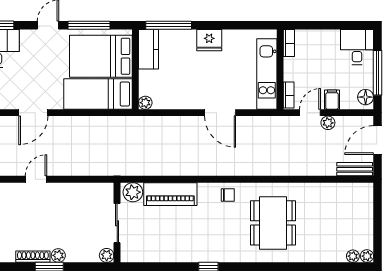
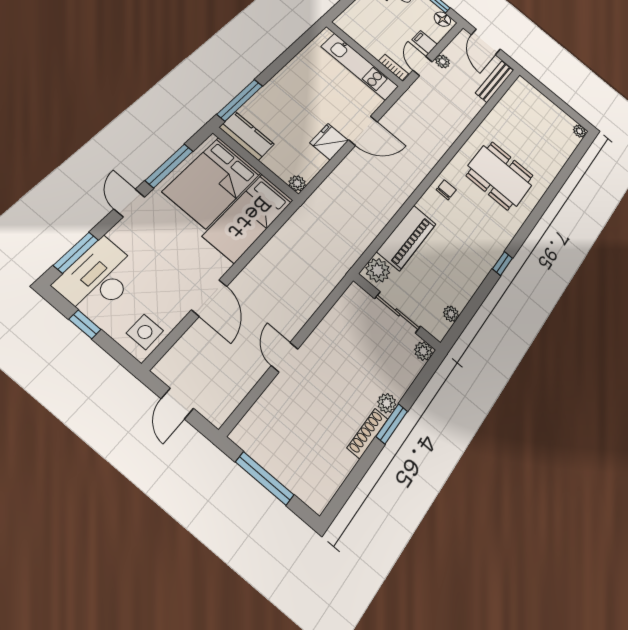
fridge: (209, 40) -> (329, 142), moved, turned 180
bookcase: (289, 43) -> (347, 28), removed
bench: (355, 169) -> (495, 82), width x1.36
plant: (353, 256) -> (451, 314), moved

